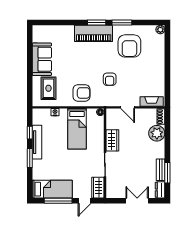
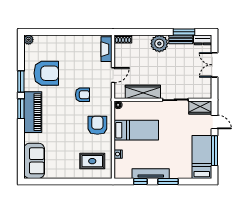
sofa: (42, 59) -> (34, 161), moved, turned 90
plant: (157, 133) -> (159, 44), moved
wardrobe: (112, 140) -> (143, 92), width x1.50

